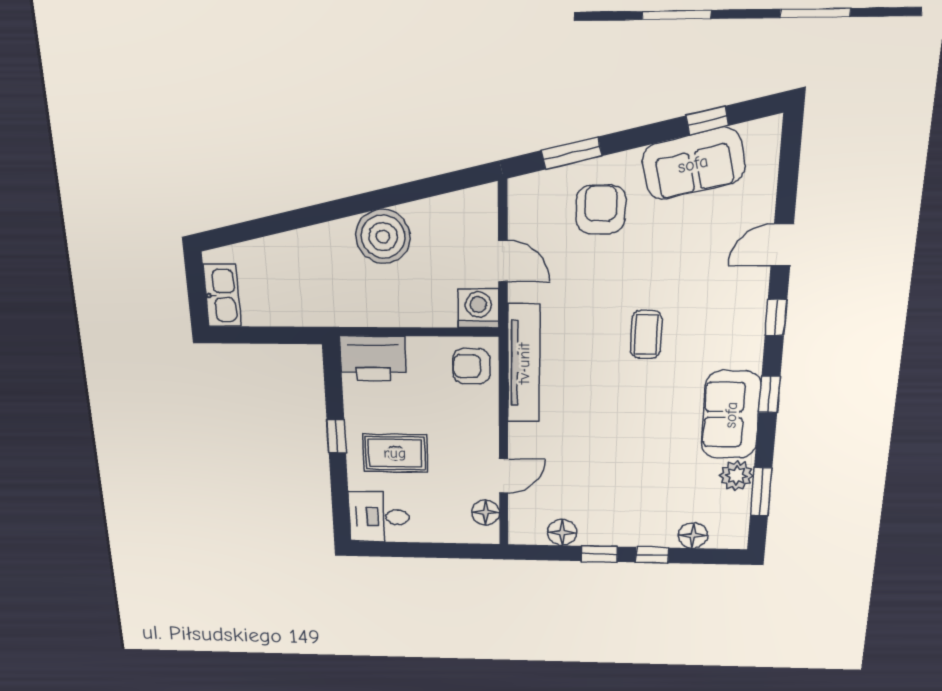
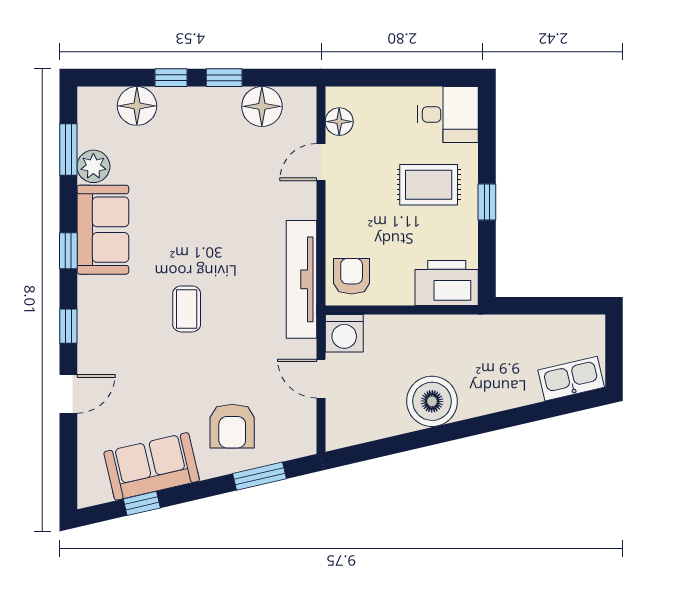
kitchen sink: (222, 295) -> (571, 379), moved, turned 77
armchair: (471, 366) -> (352, 276), turned -90
floor lamp: (562, 532) -> (262, 106), width x1.38, depth x1.38
floor lamp: (693, 535) -> (137, 106), width x1.38, depth x1.38

